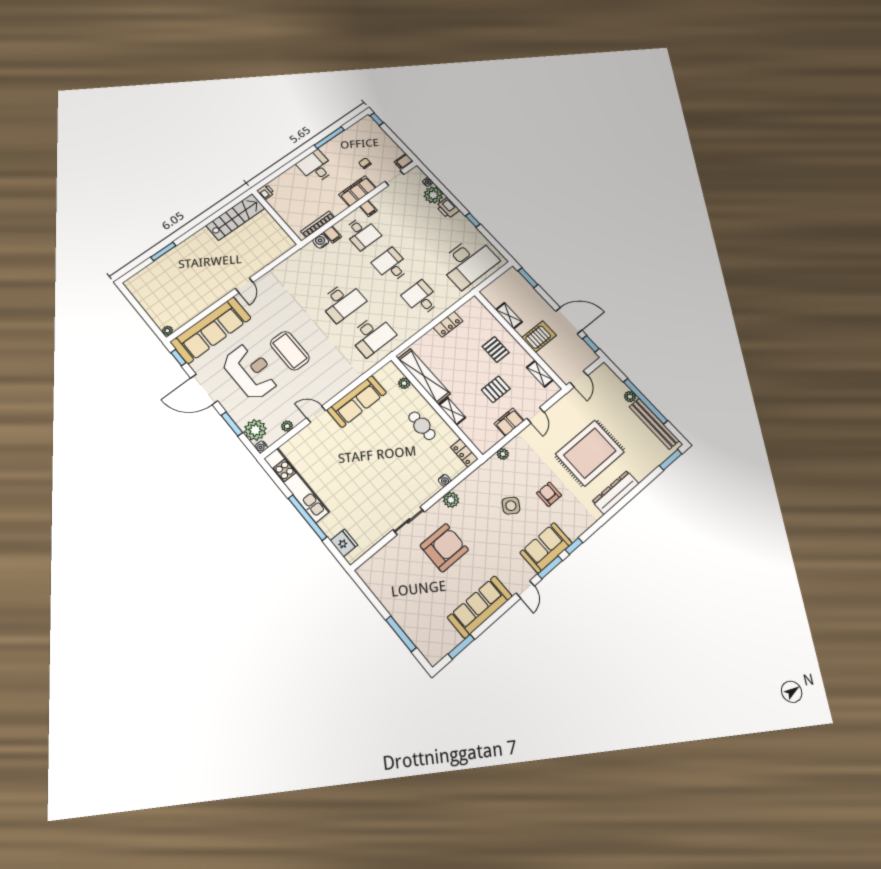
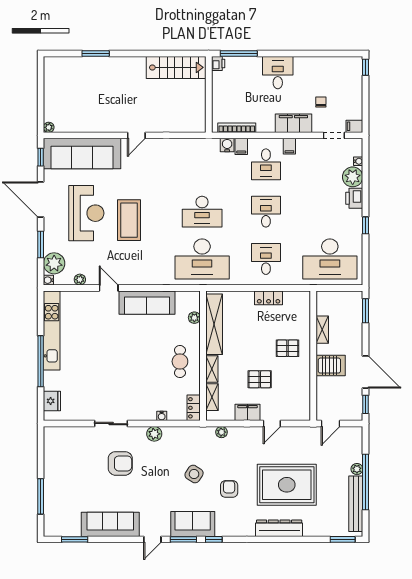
window: (329, 138) -> (239, 53), moved
desk: (372, 335) -> (202, 259), width x1.36, depth x1.30
pallet: (496, 349) -> (287, 348), turned 90
shelving: (540, 374) -> (212, 397), moved
armchair: (444, 548) -> (120, 463), width x0.73, depth x0.73

